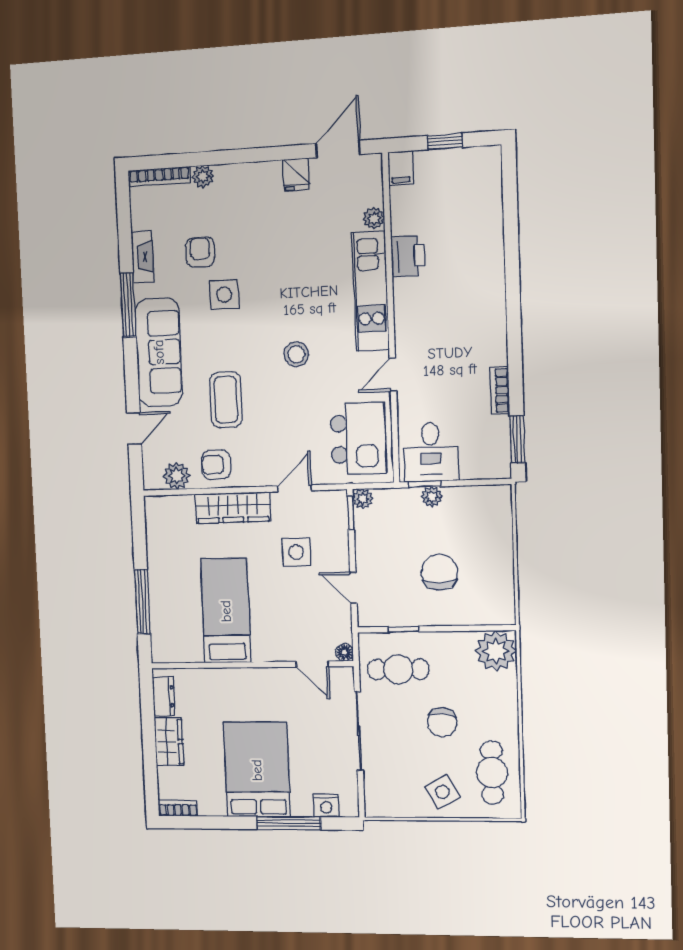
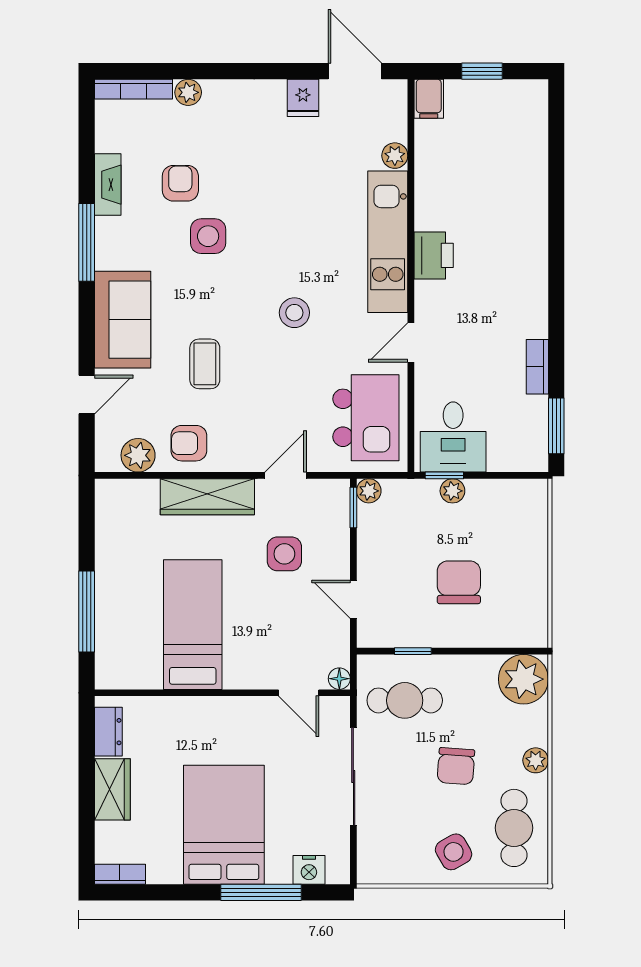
door: (338, 149) -> (355, 71), hinge flipped
printer: (408, 256) -> (434, 255), moved
sofa: (159, 352) -> (123, 320), width x0.73
coffee table: (226, 400) -> (205, 364), width x0.73, depth x0.77
plant: (508, 717) -> (536, 760), added

